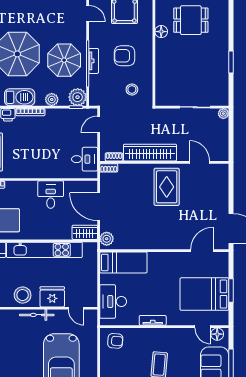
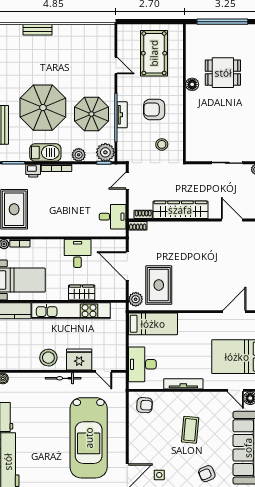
rug: (167, 187) -> (159, 285), moved
wardrobe: (85, 232) -> (82, 293), moved
tv unit: (153, 320) -> (183, 384), width x1.41

